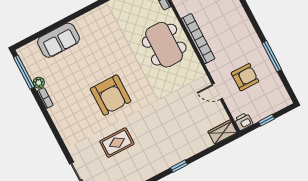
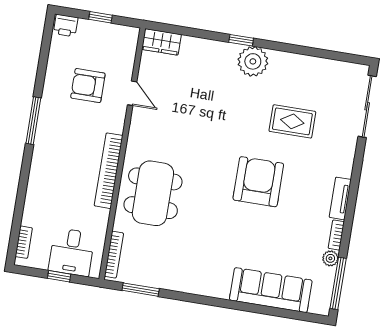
sofa: (58, 40) -> (271, 290), width x1.36
window: (272, 56) -> (33, 121), moved
tv unit: (58, 120) -> (340, 198), added
printer: (244, 122) -> (66, 25), moved
plant: (164, 159) -> (253, 61), added

